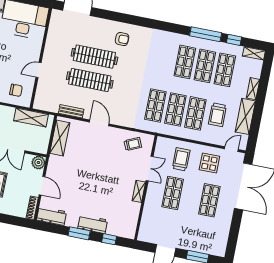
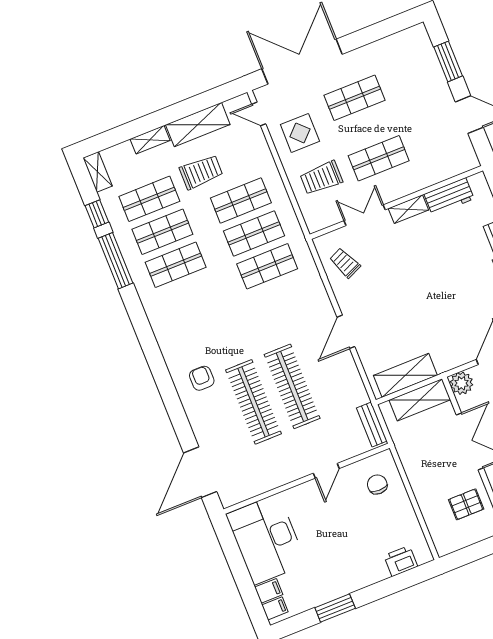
door: (39, 70) -> (326, 471), hinge flipped
bench: (71, 111) -> (372, 424), moved
trolley: (217, 115) -> (201, 172), moved
shelving: (31, 118) -> (420, 400), moved, turned 90
workbench: (132, 215) -> (449, 196), added

